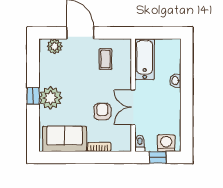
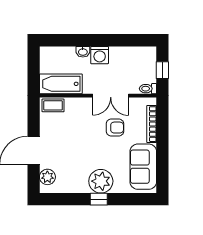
coffee table: (105, 59) -> (53, 105), moved
armchair: (102, 112) -> (115, 128), turned 180
washing machine: (166, 143) -> (100, 55), moved, turned -90
bookcase: (99, 147) -> (152, 124), width x1.56

